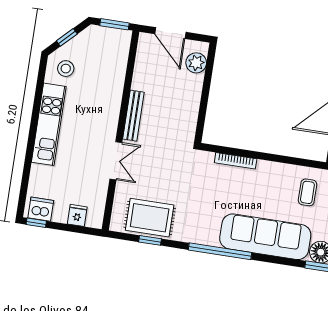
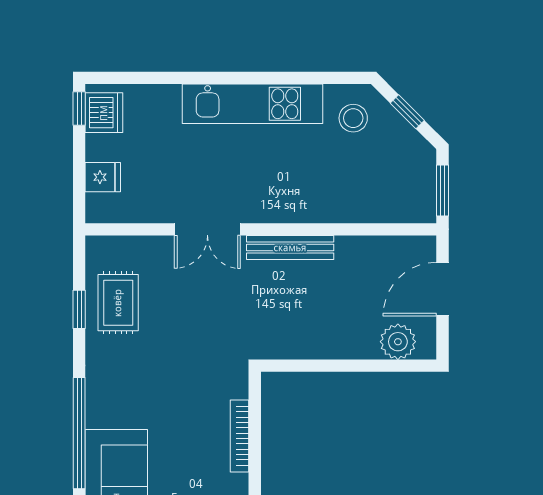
rug: (150, 218) -> (118, 303), width x0.73, depth x0.70

